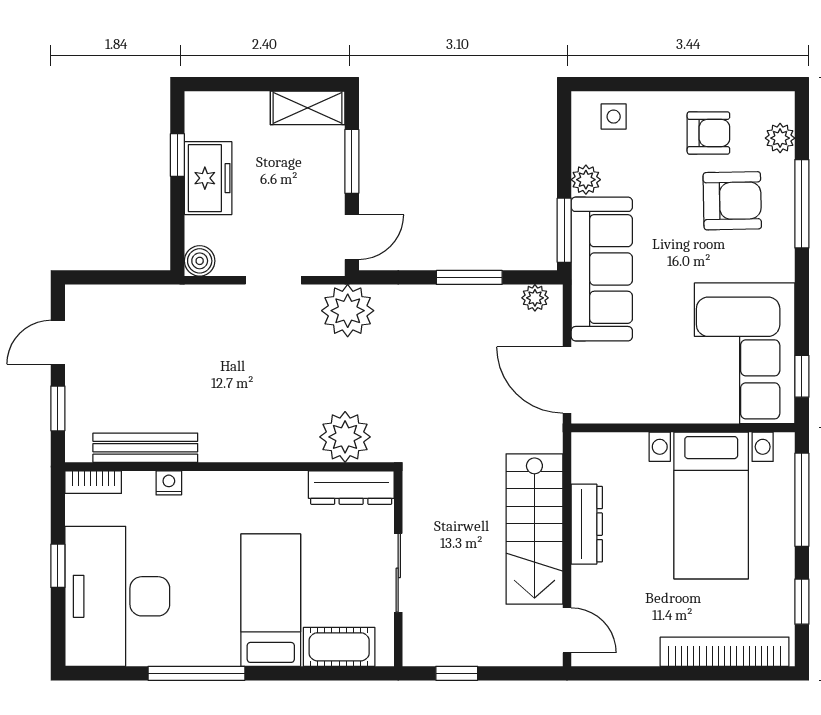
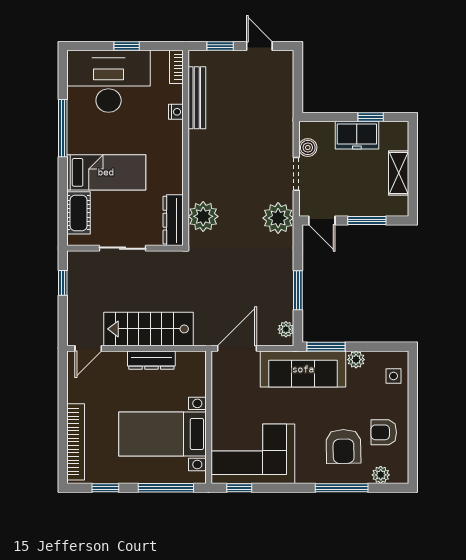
shelving: (308, 108) -> (399, 173), moved
armchair: (708, 133) -> (384, 432), turned 90
boiler: (200, 261) -> (308, 148), moved

